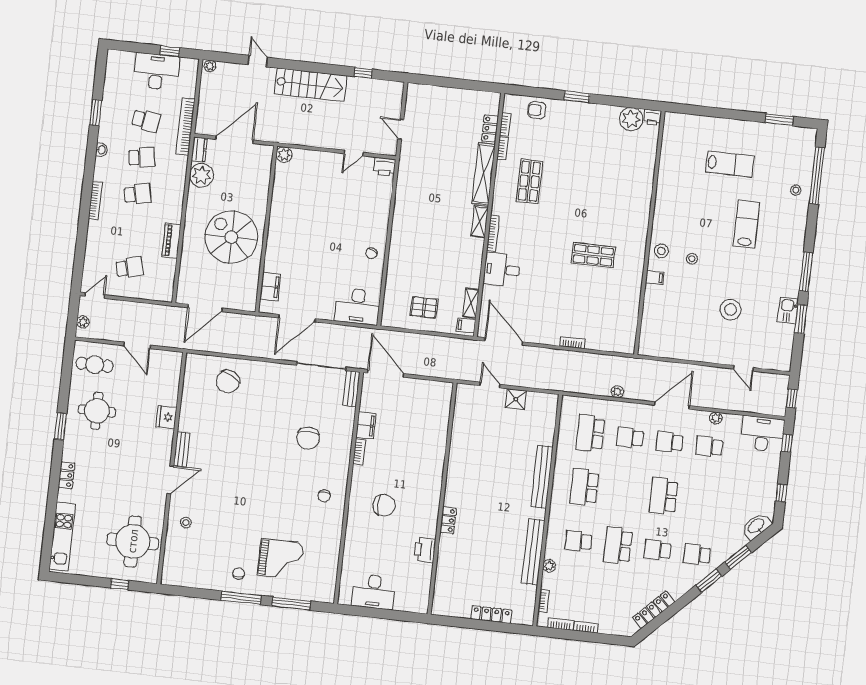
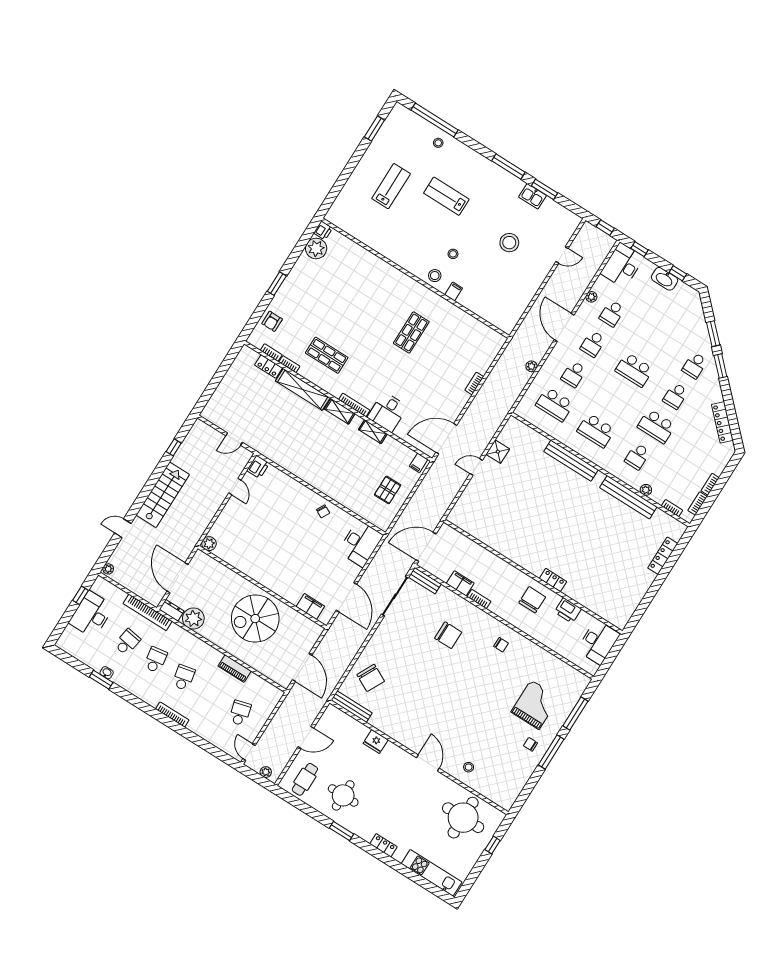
washbasin: (101, 150) -> (107, 673), moved
shelving: (471, 303) -> (373, 432), moved
bench: (182, 449) -> (352, 707), moved, width x1.36
wall: (442, 499) -> (533, 576), moved
locker: (448, 520) -> (553, 580), moved
washbasin: (756, 526) -> (665, 279), moved, turned -45
printer: (425, 550) -> (568, 610), moved

